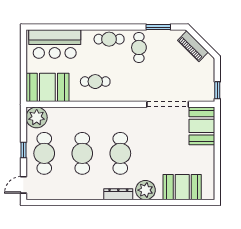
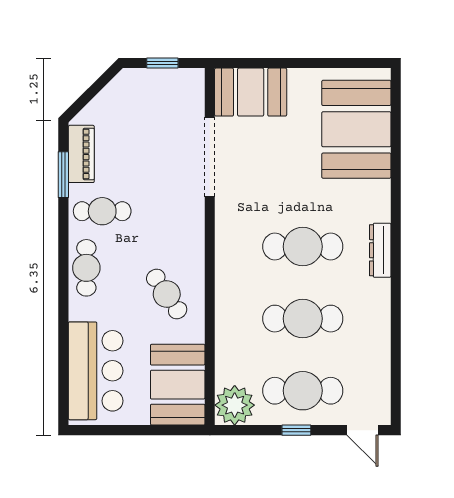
piano: (193, 46) -> (81, 154), moved, turned -45
cafe table: (95, 82) -> (167, 294), turned -34
window: (217, 90) -> (162, 63), moved
booth: (182, 187) -> (356, 129), width x1.36, depth x1.42
plant: (145, 190) -> (372, 199), removed

